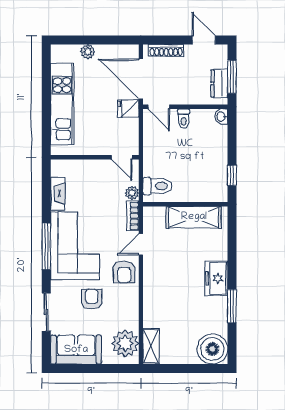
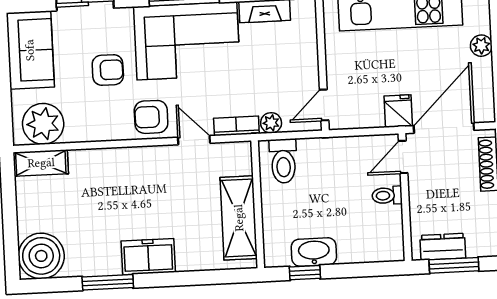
washbasin: (221, 117) -> (314, 252), moved, width x1.91, depth x1.45

